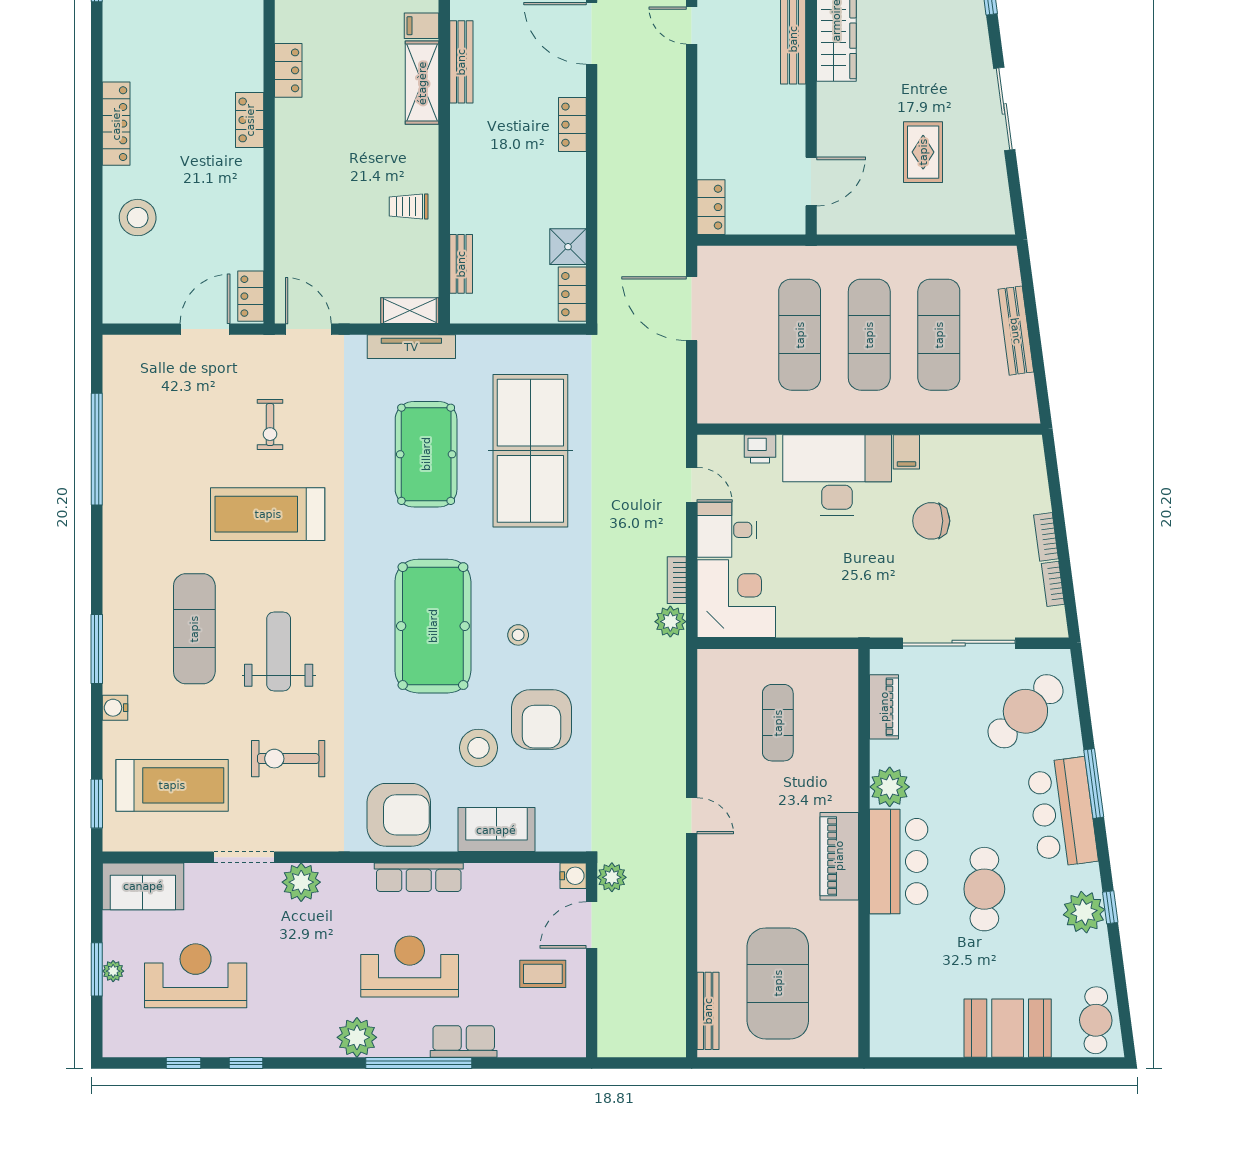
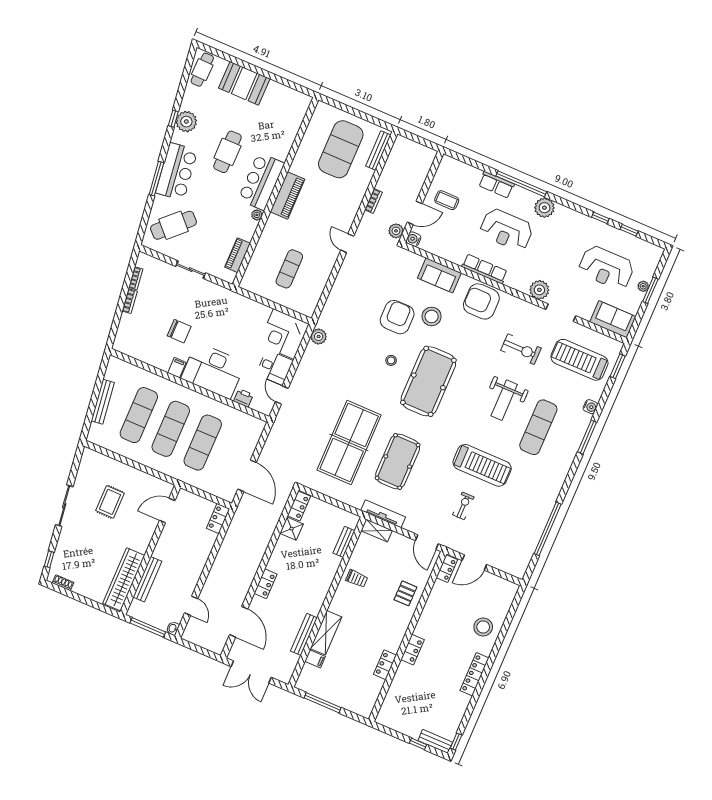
pallet: (307, 218) -> (405, 593), added
bookcase: (677, 580) -> (374, 201), moved
sliding door: (959, 643) -> (191, 270), width x0.54
plant: (890, 787) -> (257, 215), width x0.53, depth x0.53

